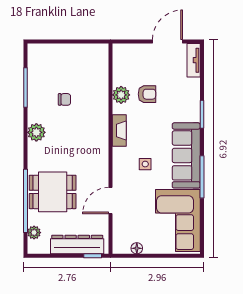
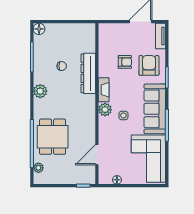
floor lamp: (35, 51) -> (39, 29), added
plant: (121, 95) -> (105, 110), moved
armchair: (179, 99) -> (149, 65), added
dining table: (53, 192) -> (53, 137), turned 90
door: (111, 201) -> (97, 155), moved
dresser: (77, 245) -> (88, 73), moved, turned -90

